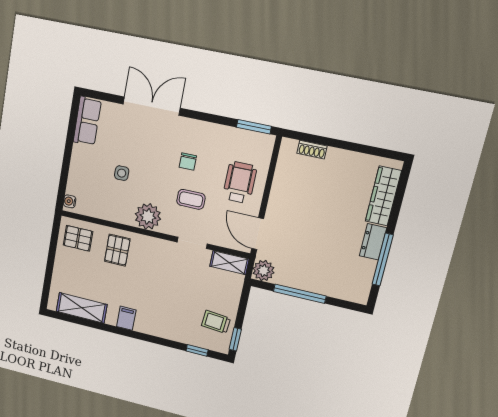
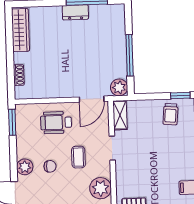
plant: (194, 130) -> (25, 167), added
wardrobe: (383, 196) -> (20, 30), moved, turned -90

